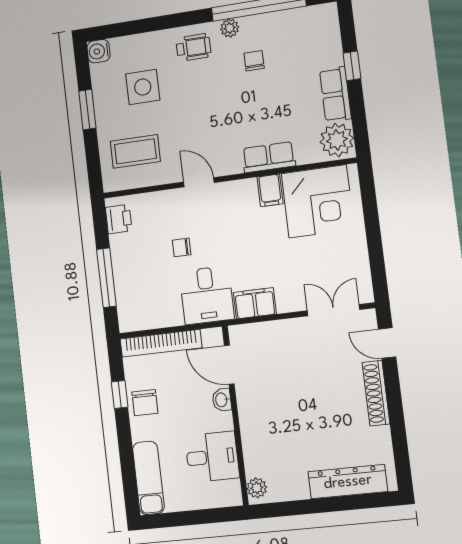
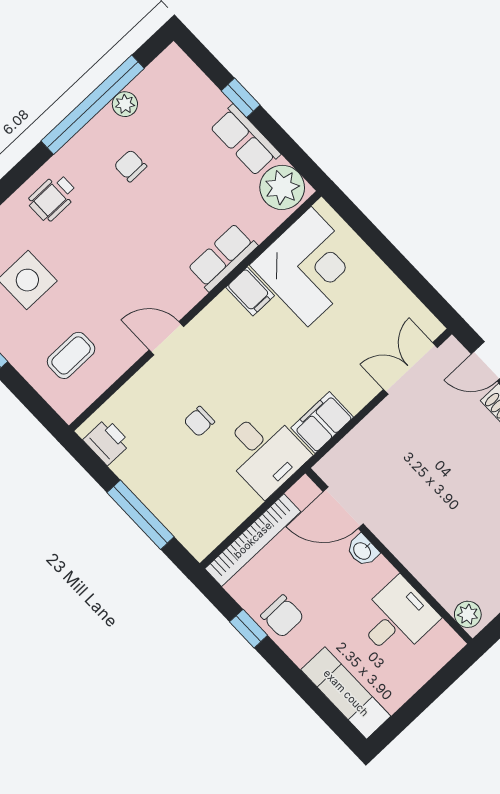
plant: (230, 28) -> (125, 104), moved
wheelchair: (193, 47) -> (52, 198), turned 180
coffee table: (135, 151) -> (71, 355), width x0.73, depth x0.77

